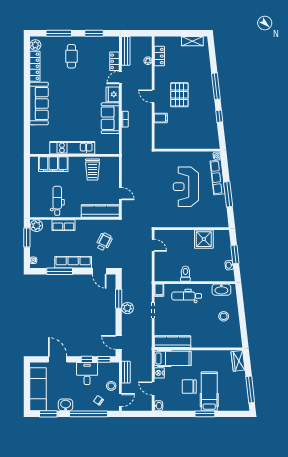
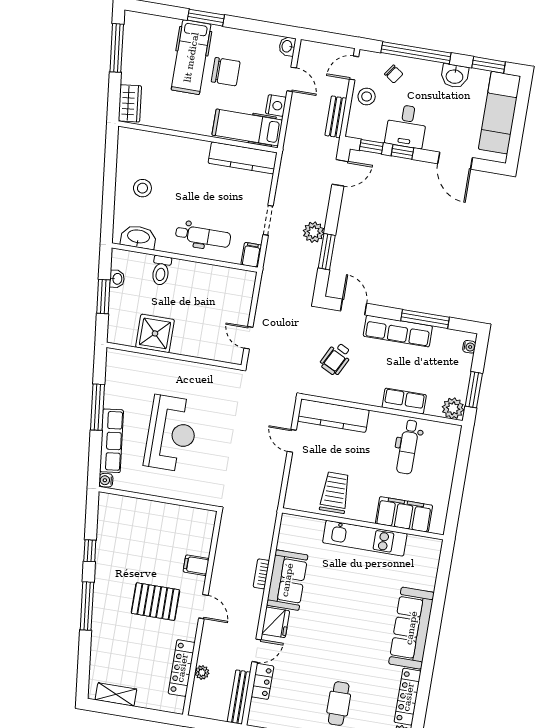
locker: (159, 56) -> (182, 668), width x1.53
pallet: (179, 95) -> (155, 602), turned 90
toilet: (185, 274) -> (161, 270), moved
door: (119, 342) -> (340, 173), hinge flipped

